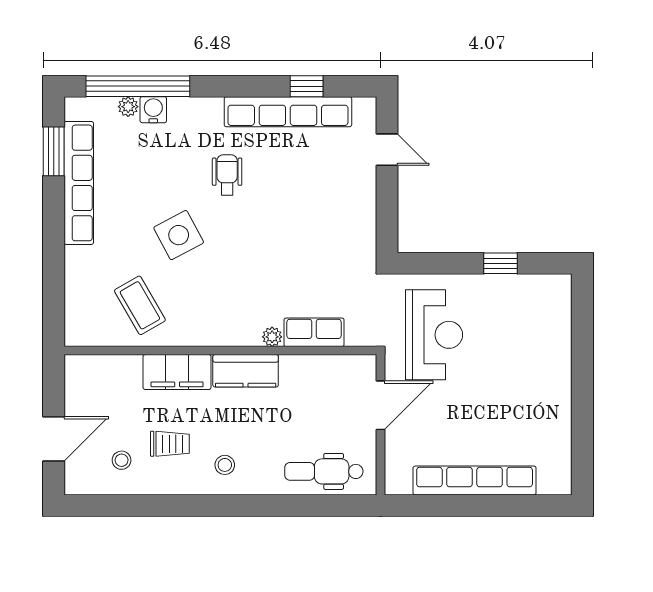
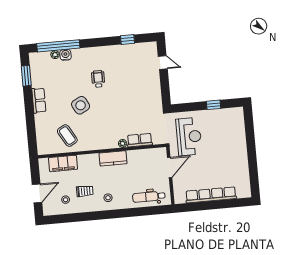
row of seats: (288, 112) -> (121, 51), removed
row of seats: (79, 183) -> (39, 100), width x0.50
filing cabinet: (177, 372) -> (63, 163), moved

